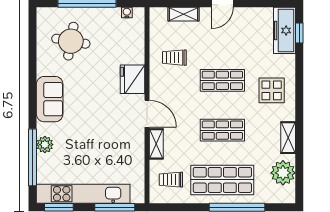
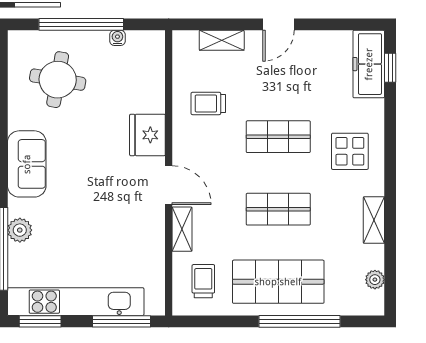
water cooler: (127, 13) -> (117, 38), moved
plant: (283, 173) -> (375, 280), width x0.53, depth x0.53
trolley: (171, 180) -> (203, 281), turned 90

